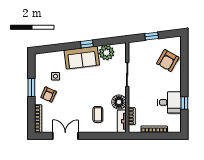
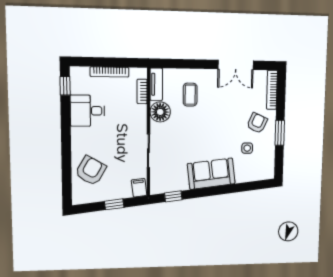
window: (87, 44) -> (173, 196), moved
filing cabinet: (134, 48) -> (139, 188), added
plant: (107, 53) -> (177, 181), removed
window: (184, 103) -> (65, 86), moved

